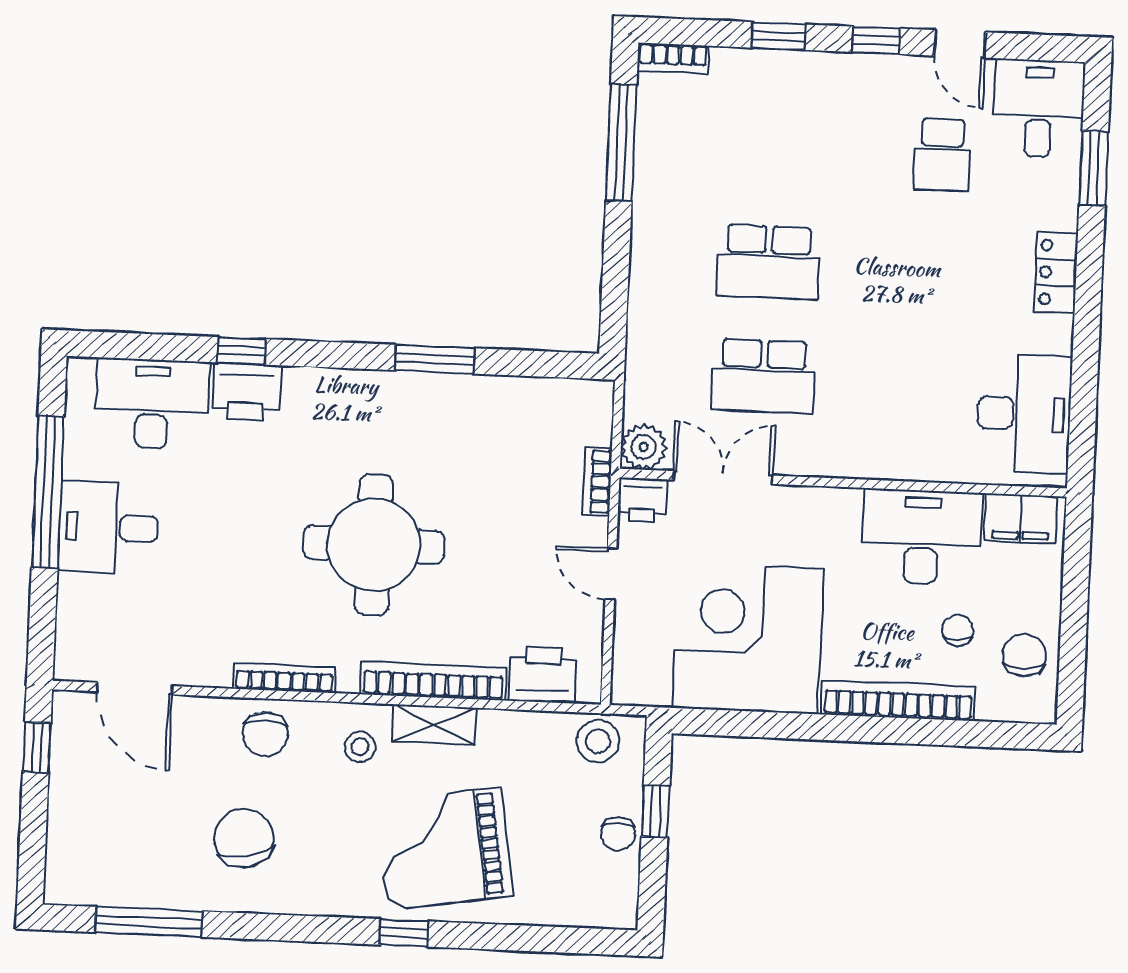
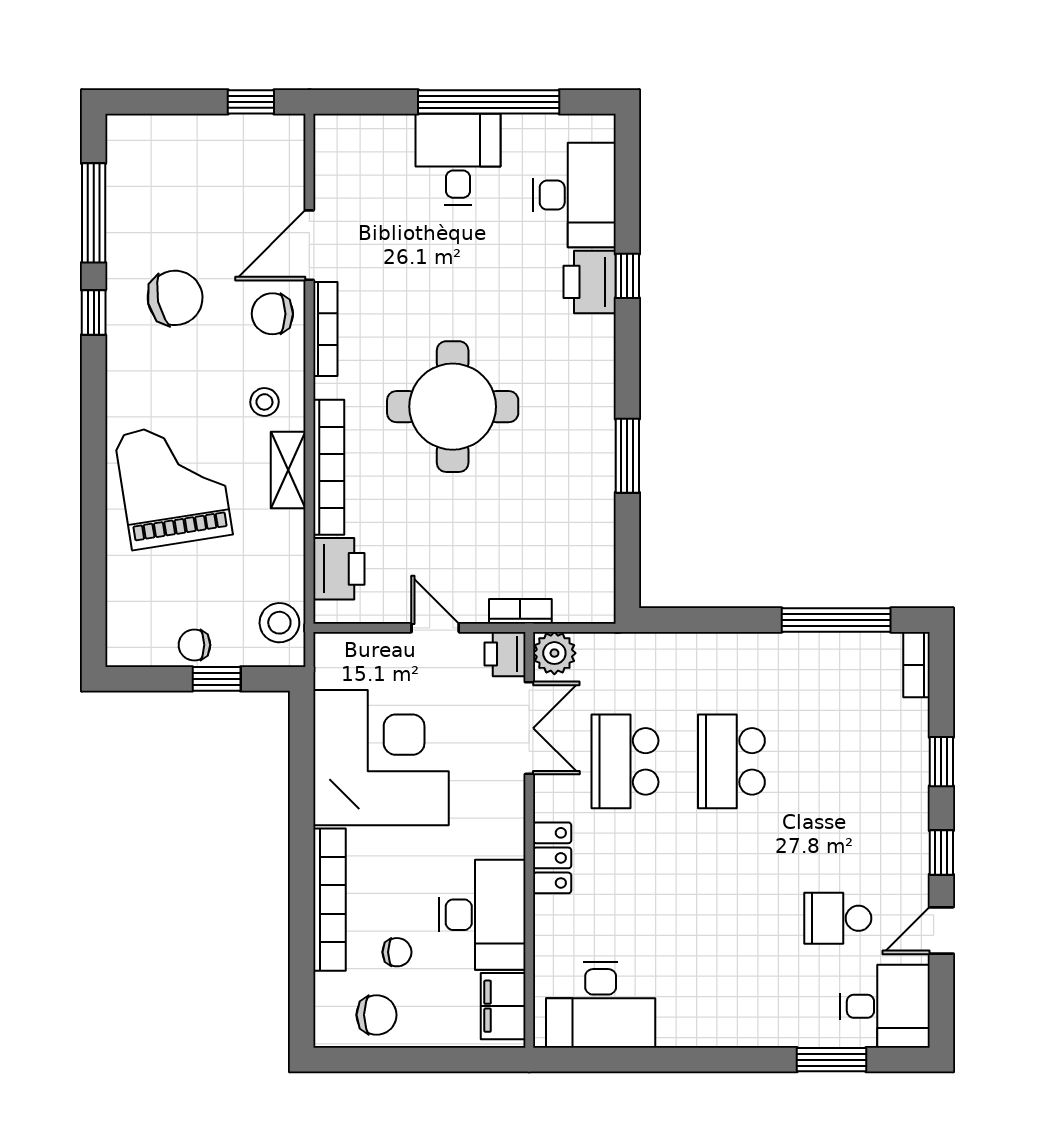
locker: (1056, 272) -> (552, 858), moved, turned 90
door: (611, 574) -> (435, 628), hinge flipped
door: (135, 689) -> (309, 245), moved
window: (404, 933) -> (94, 312), moved

